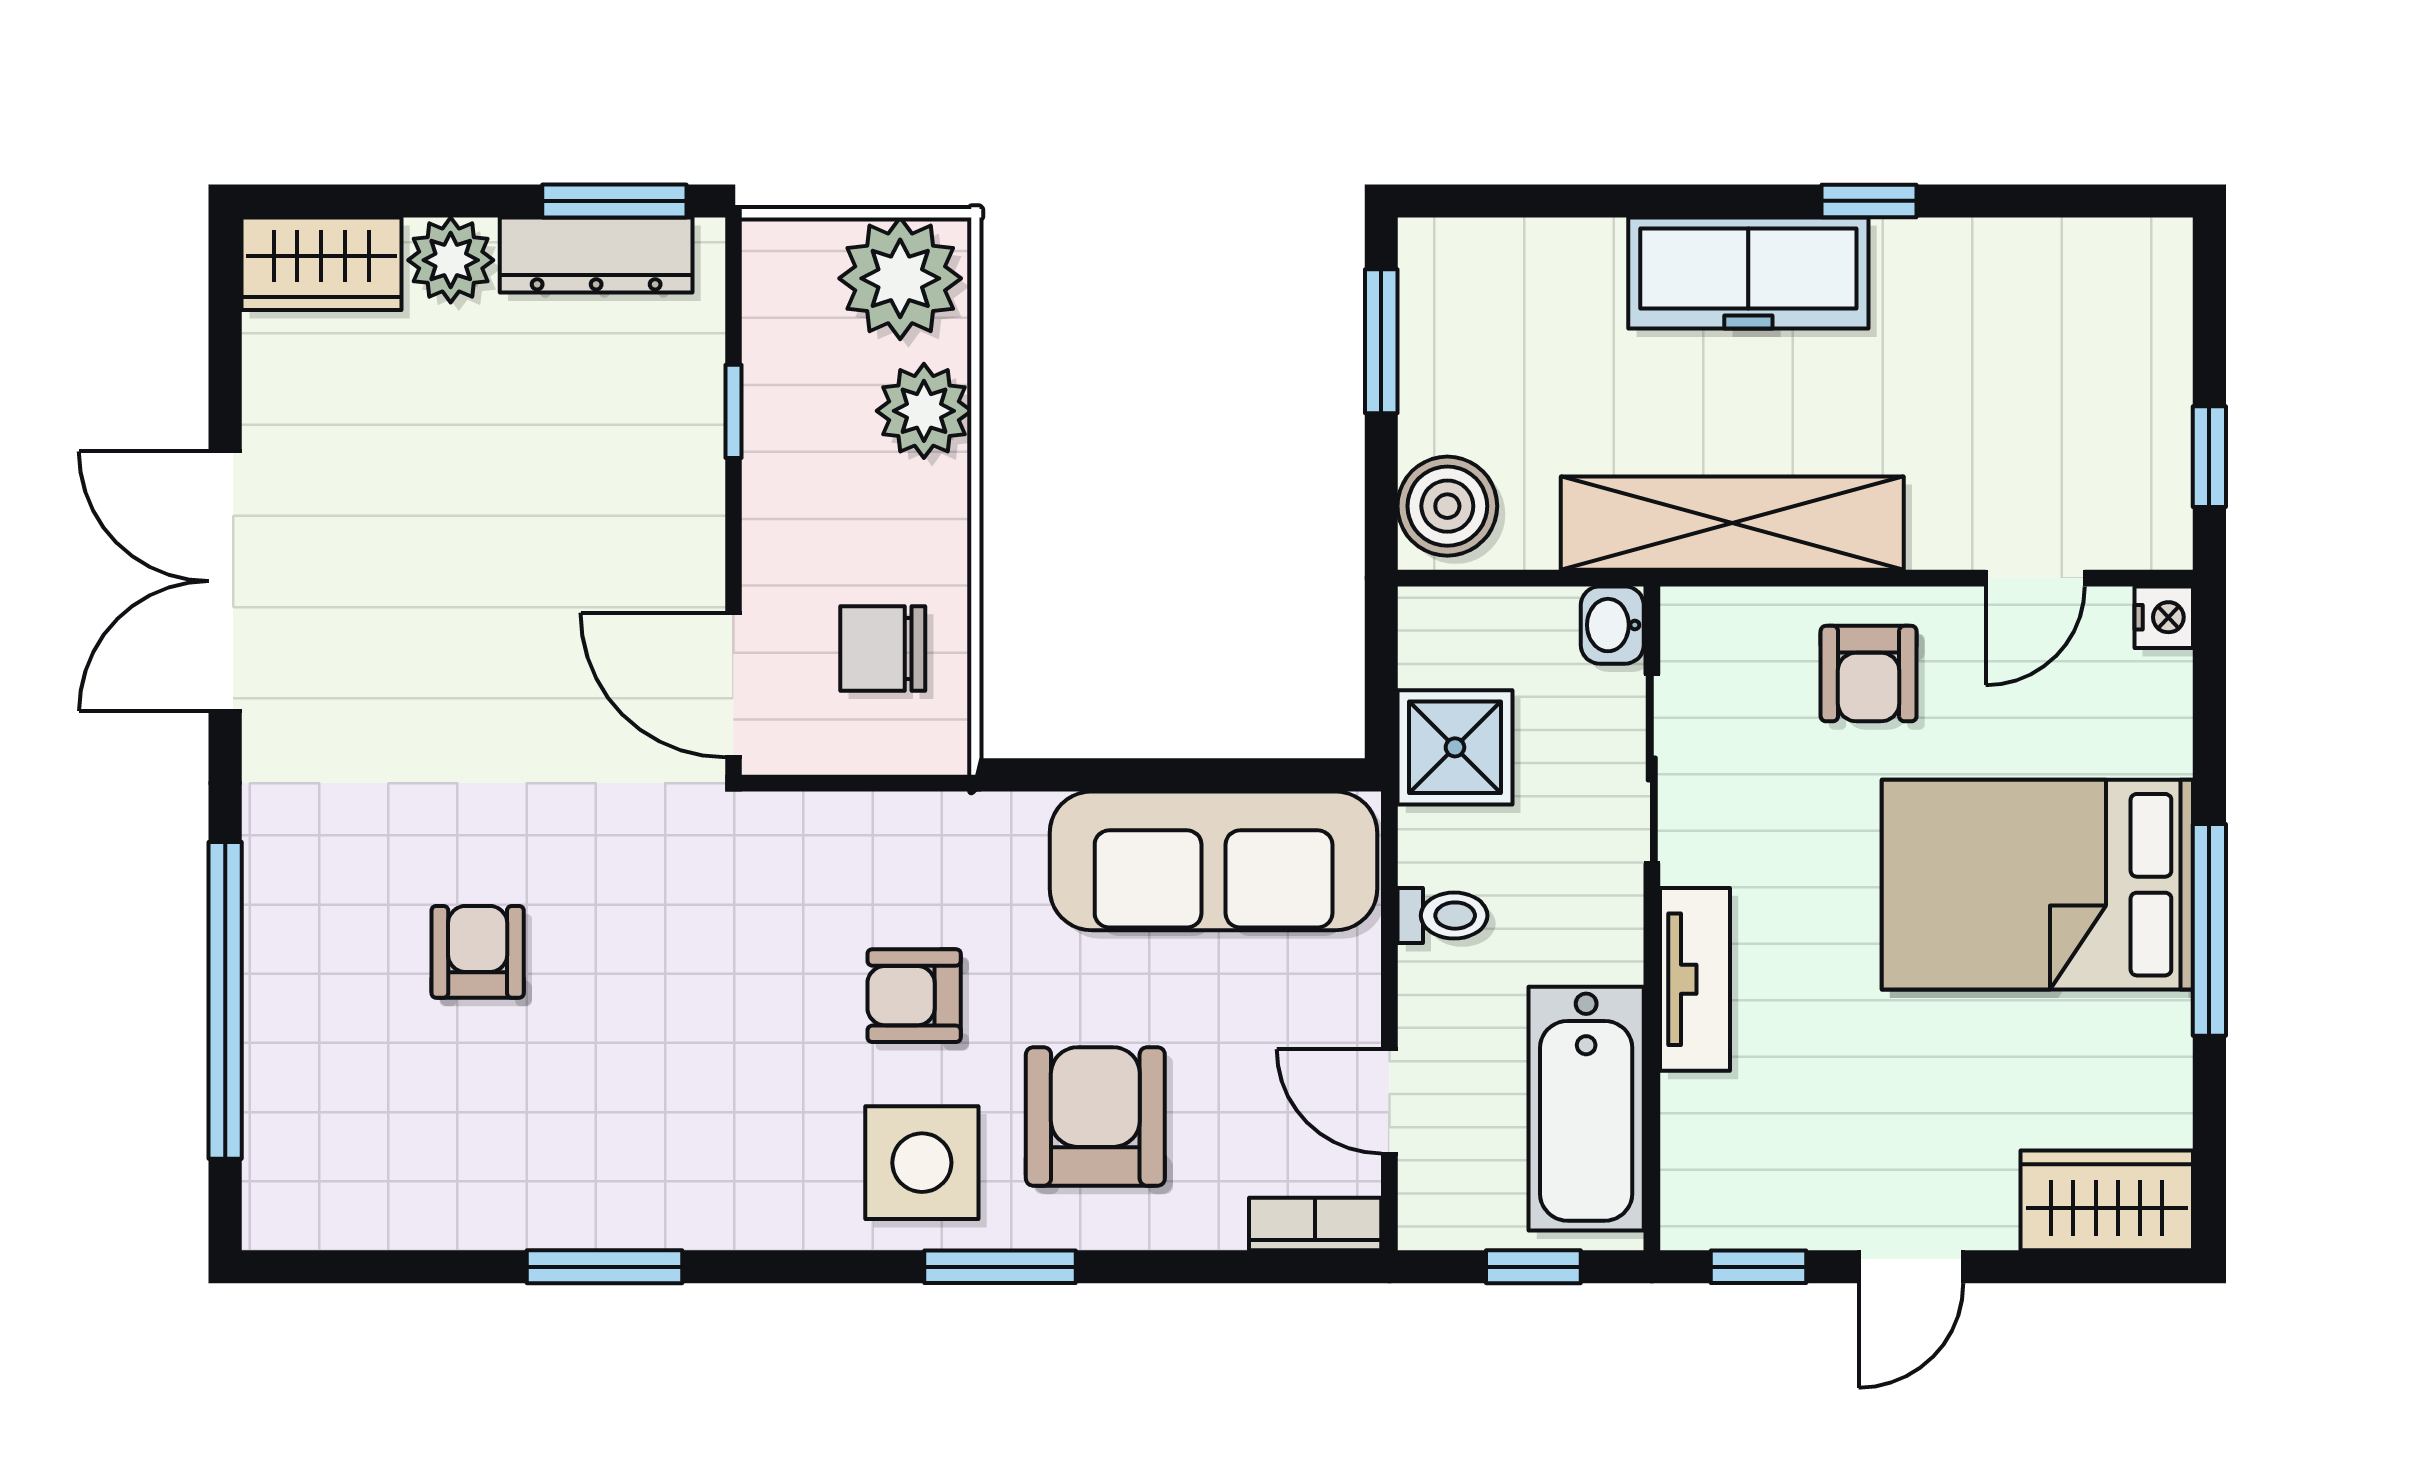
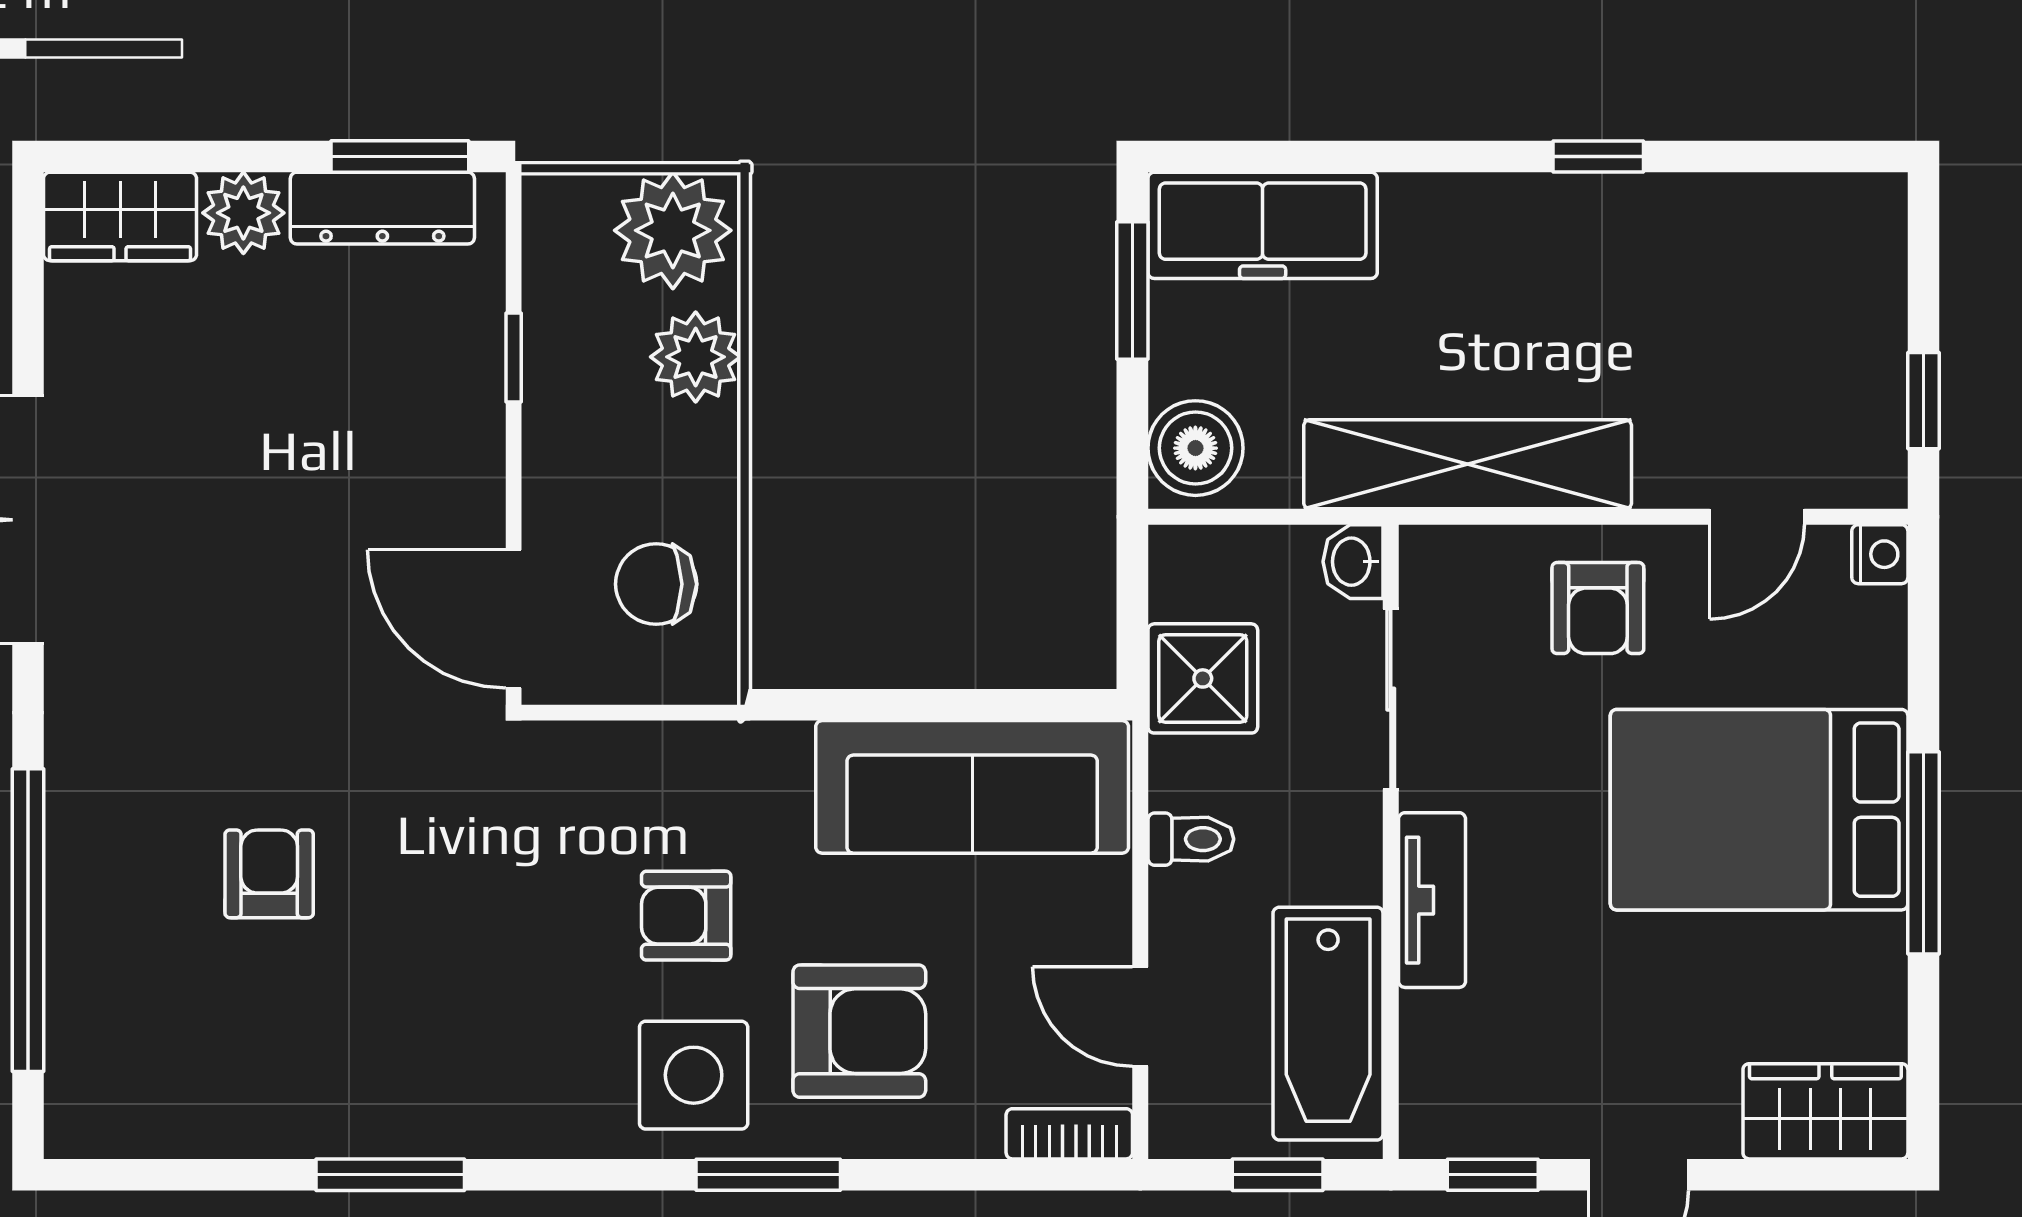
freezer: (1748, 273) -> (1263, 225), moved
armchair: (1095, 1116) -> (859, 1031), turned 90

